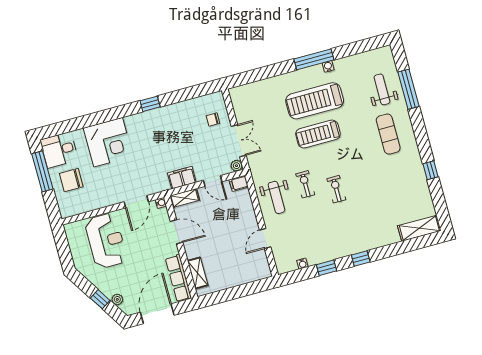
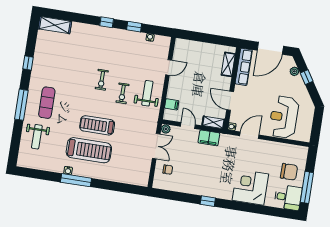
window: (409, 89) -> (21, 105), moved
treadmill: (318, 134) -> (97, 125), turned 180
double door: (239, 141) -> (156, 146), swing flipped
filing cabinet: (239, 183) -> (172, 104), moved

